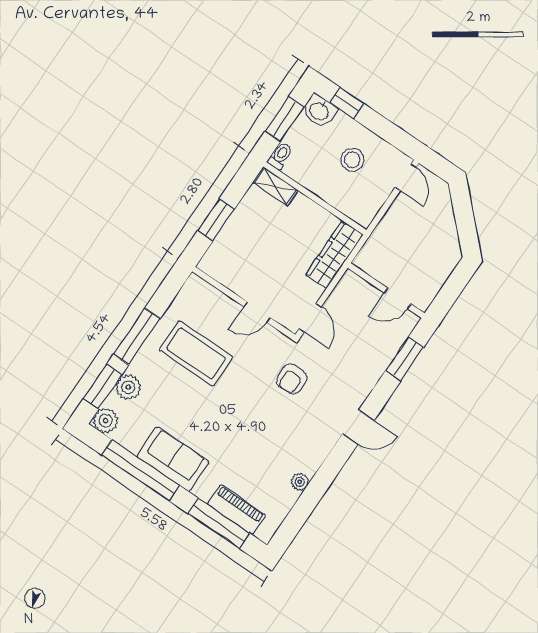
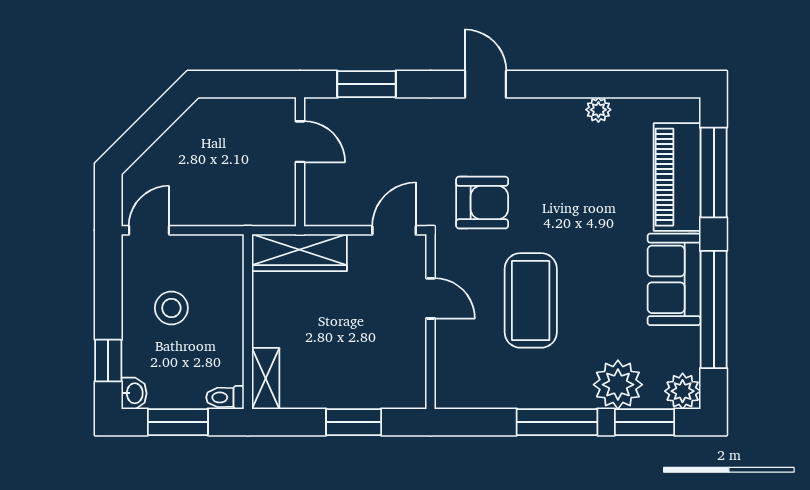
washbasin: (319, 111) -> (134, 393), width x0.72, depth x0.69
coffee table: (196, 353) -> (531, 300), moved
armchair: (292, 379) -> (482, 203), width x1.38, depth x1.38
plant: (128, 387) -> (618, 385), width x1.36, depth x1.36
piano: (236, 510) -> (677, 177), width x1.37, depth x1.33

